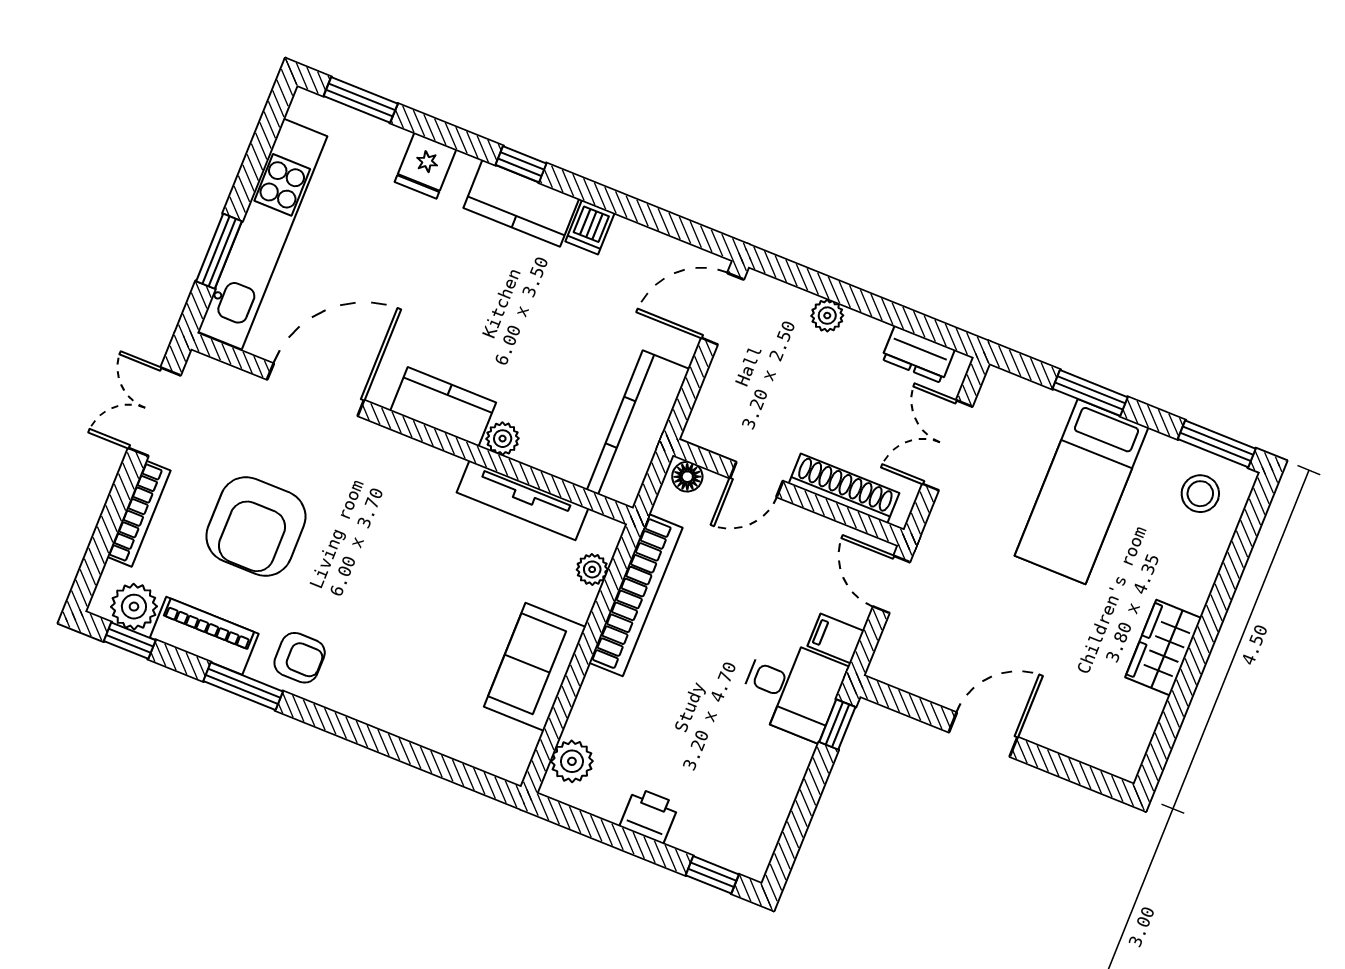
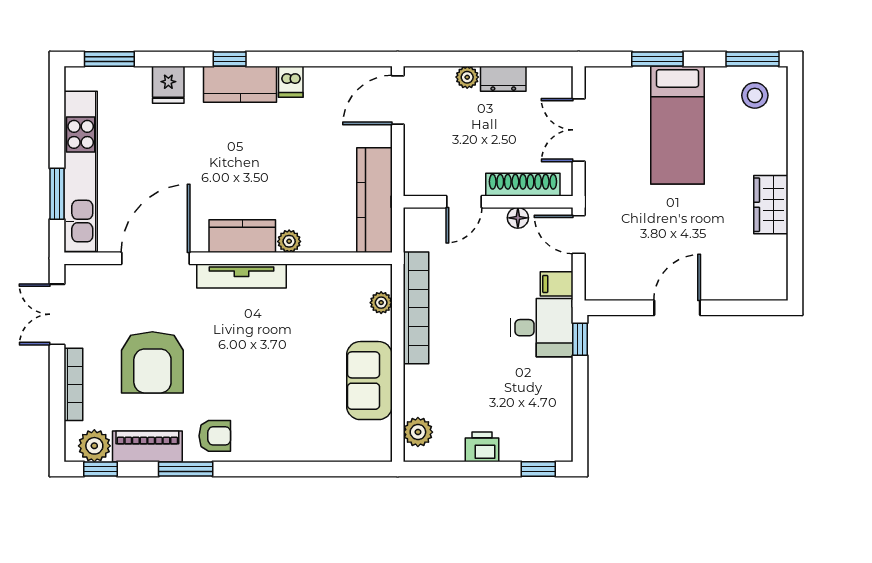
dresser: (918, 354) -> (503, 79), moved
floor lamp: (687, 477) -> (518, 218), moved
tv unit: (523, 500) -> (242, 276), moved

